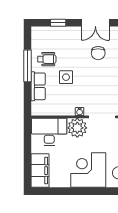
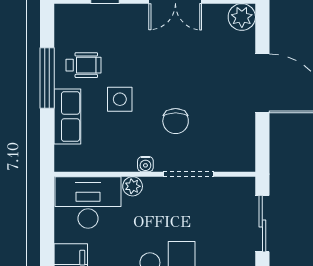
chair: (98, 53) -> (176, 121), moved
plant: (77, 128) -> (133, 186), width x0.53, depth x0.53

